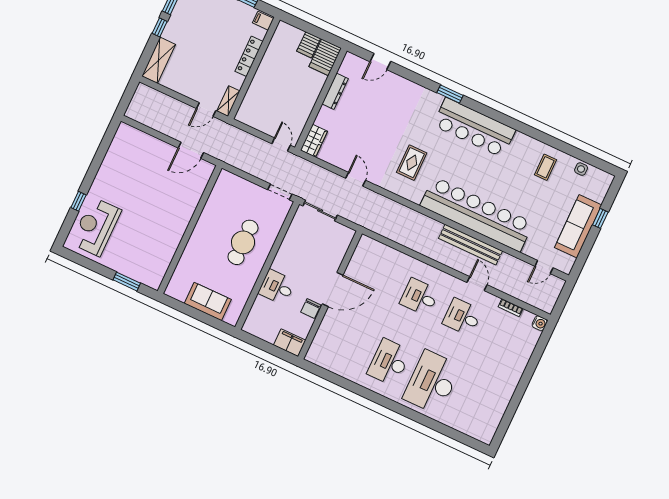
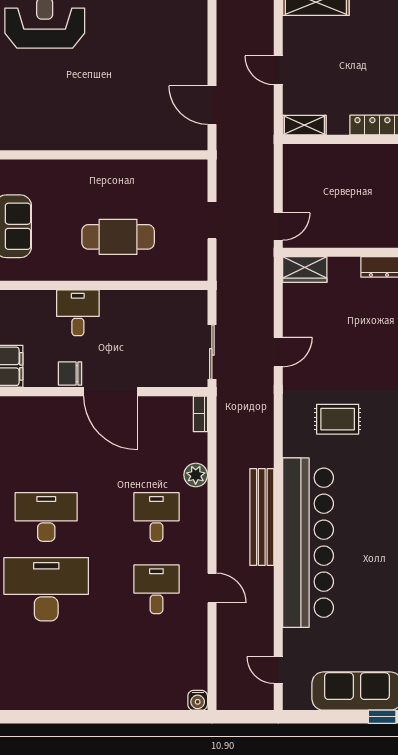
door: (206, 109) -> (278, 70), moved
doorway: (280, 192) -> (212, 220), moved
sliding door: (320, 211) -> (212, 352), moved
bench: (470, 245) -> (262, 517), moved
plant: (406, 262) -> (196, 475), added
door: (477, 284) -> (212, 588), hinge flipped
bookcase: (511, 308) -> (200, 414), moved

